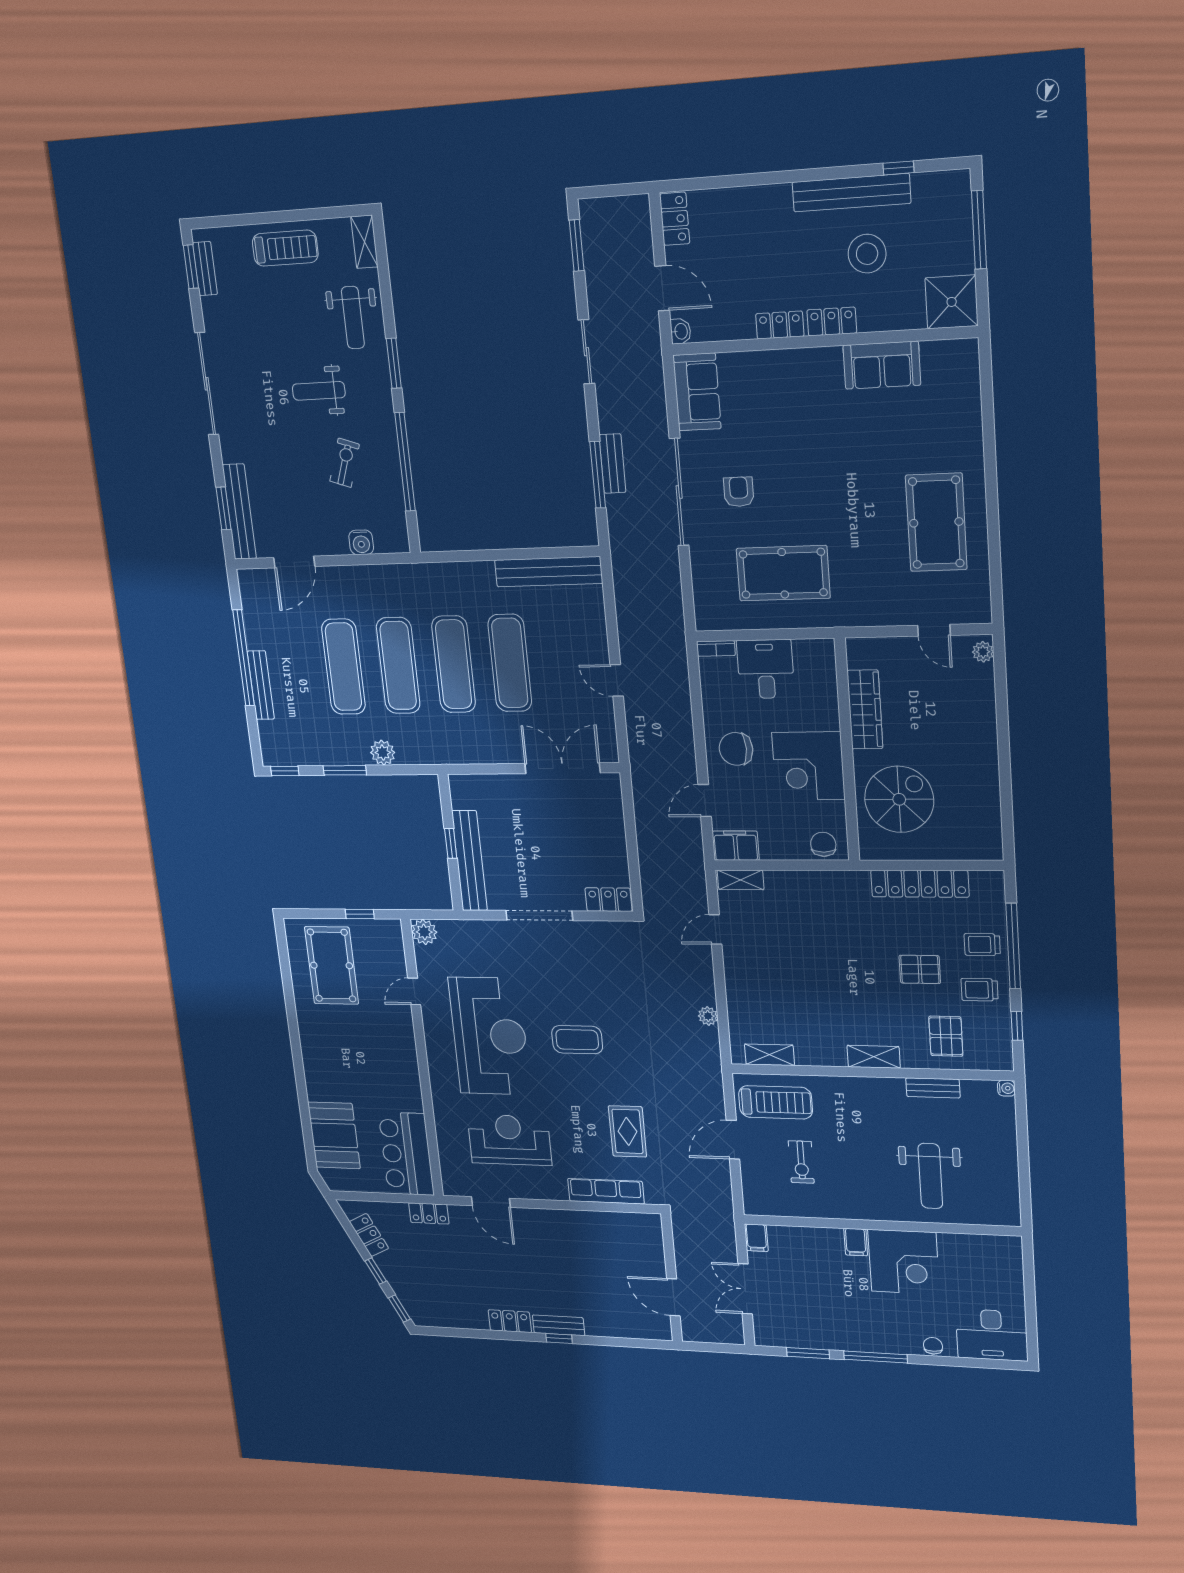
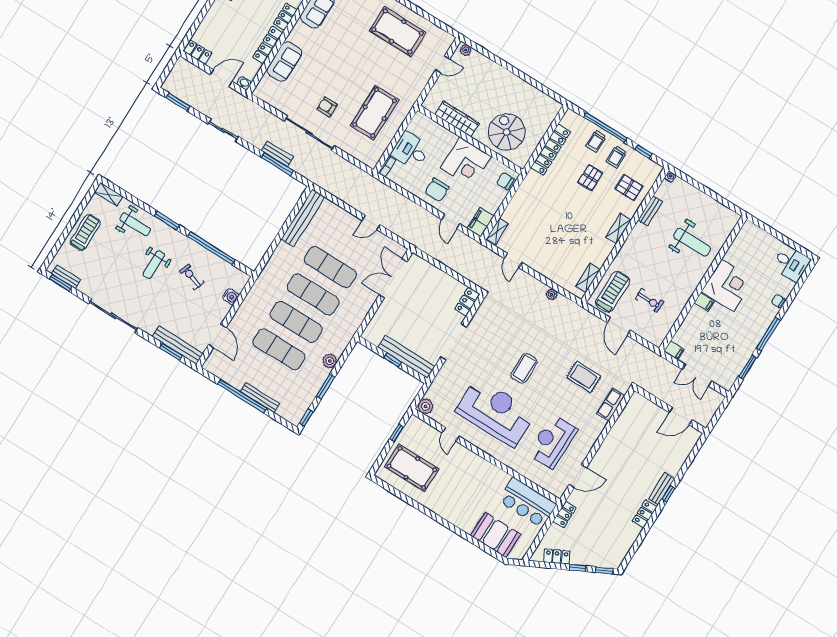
locker: (780, 325) -> (268, 45), width x1.53
sofa: (697, 392) -> (284, 62), moved, turned 90
row of seats: (606, 1191) -> (611, 405), width x0.68
desk: (992, 1335) -> (791, 263), width x0.73

